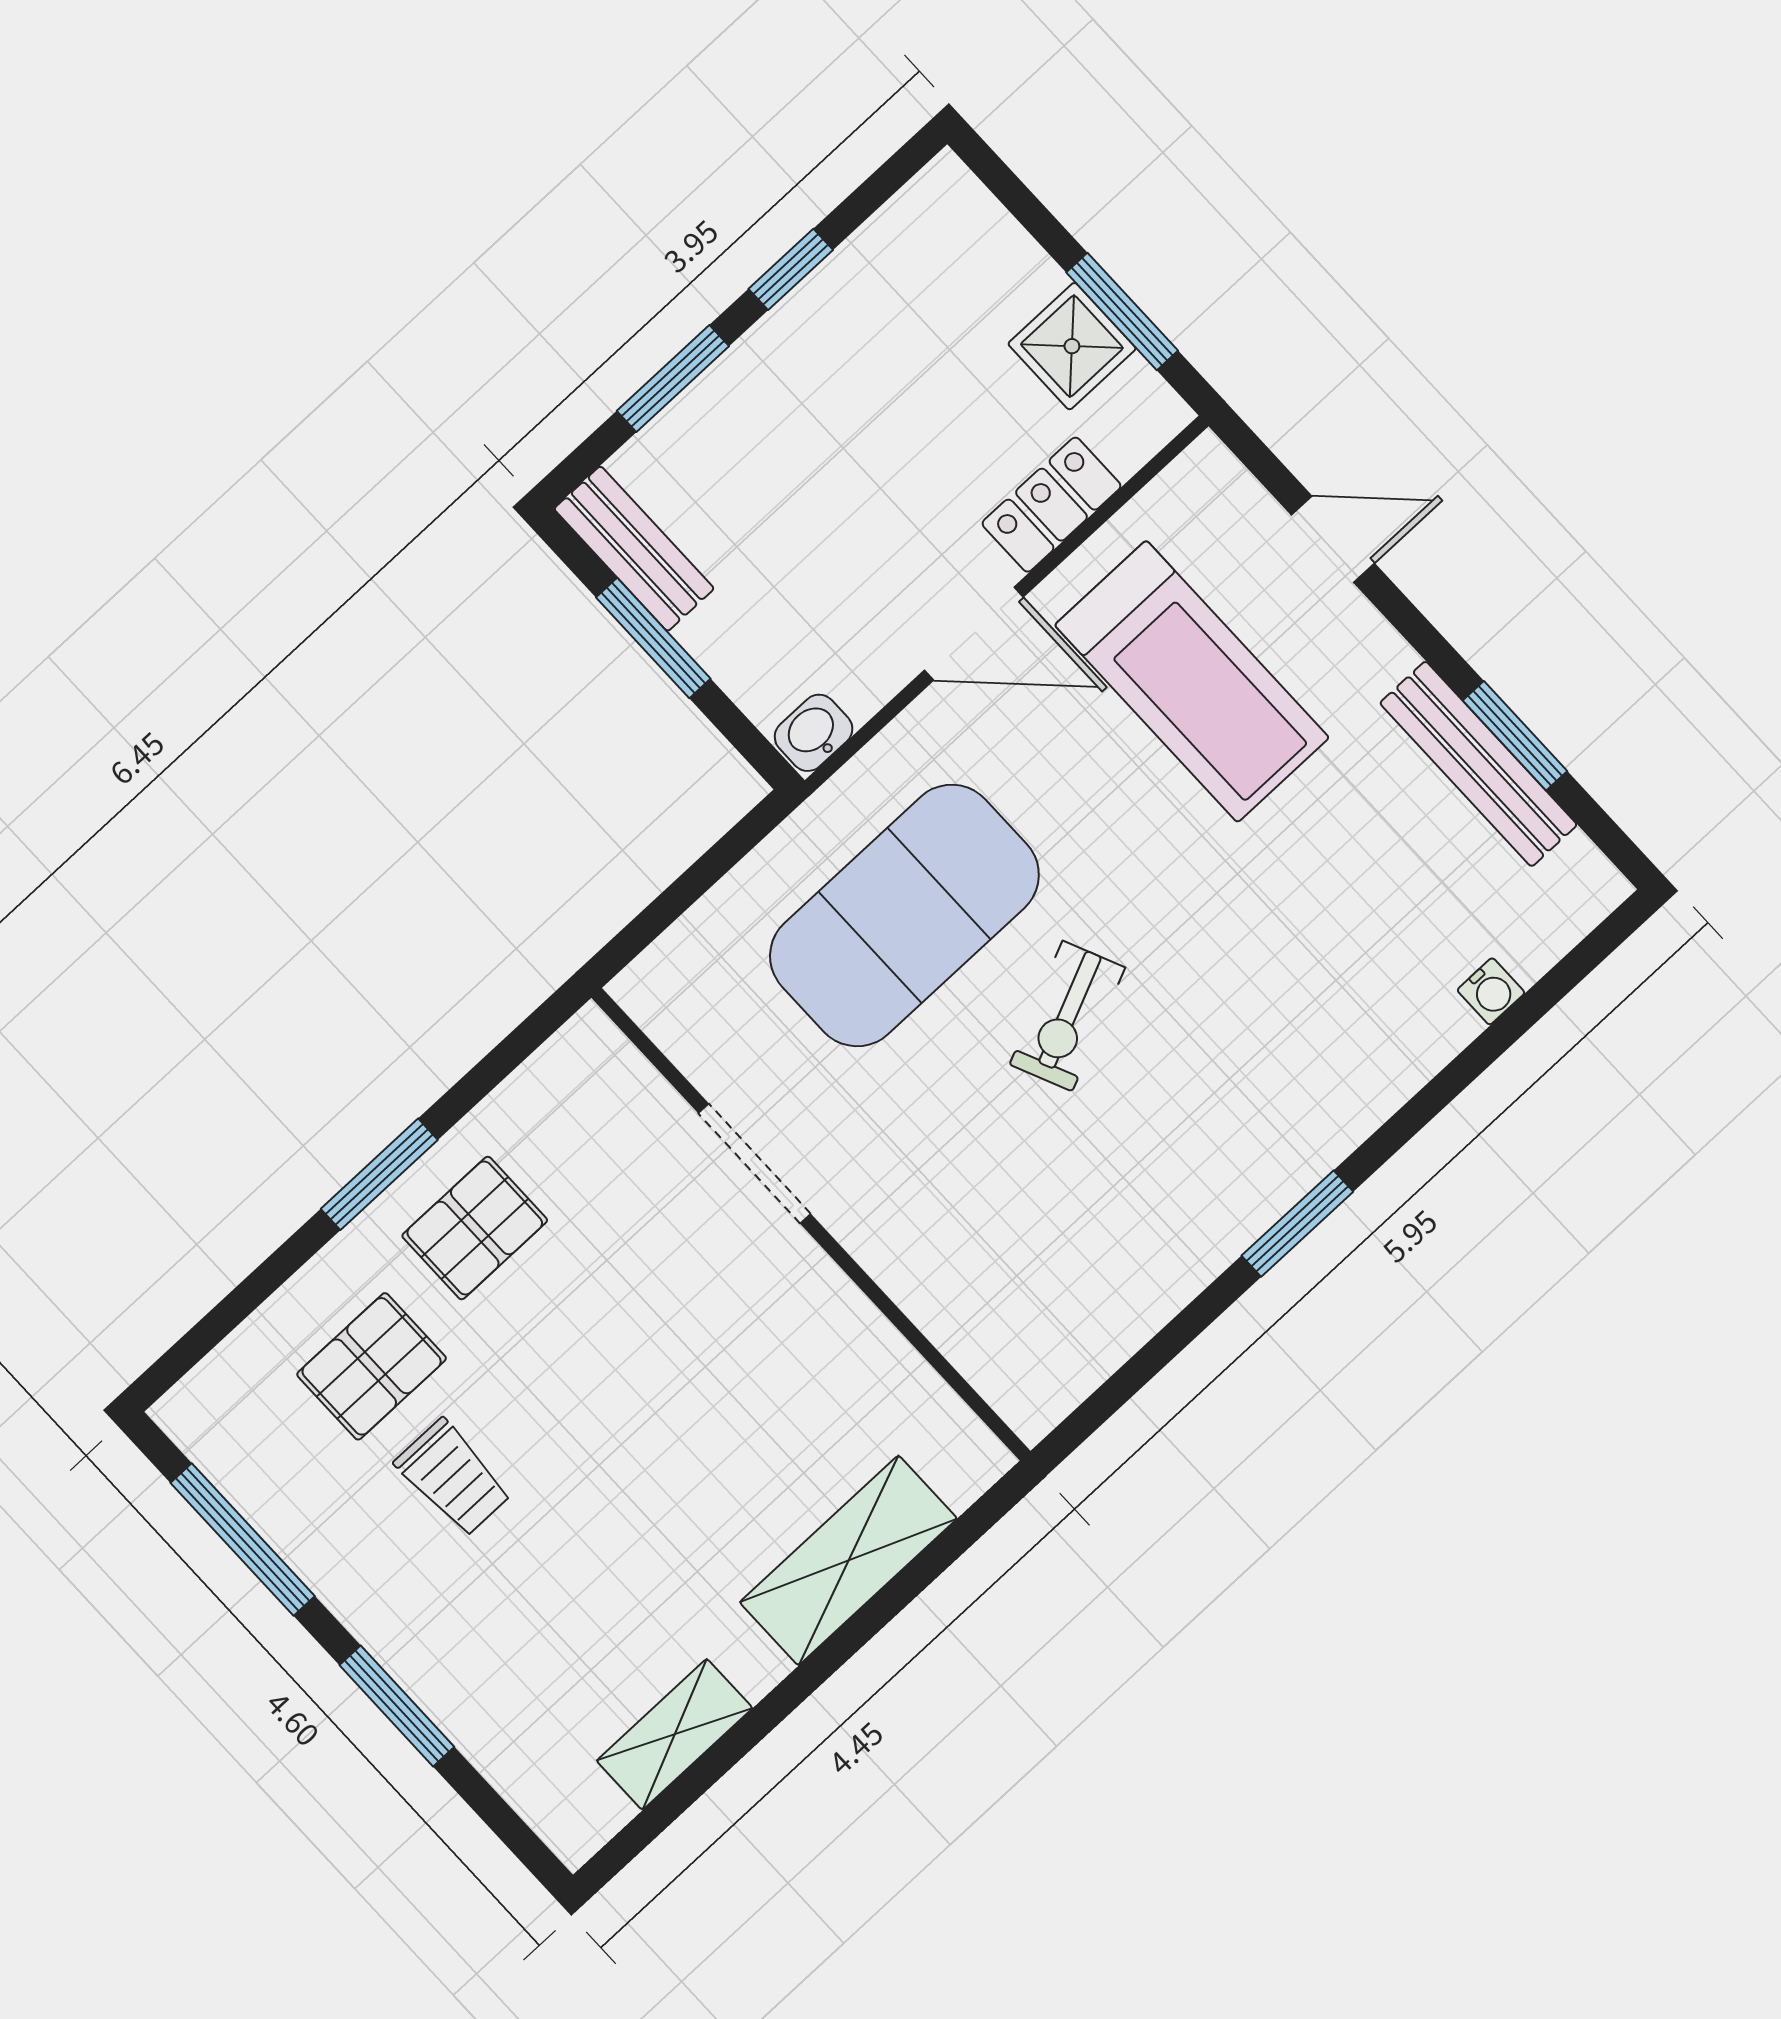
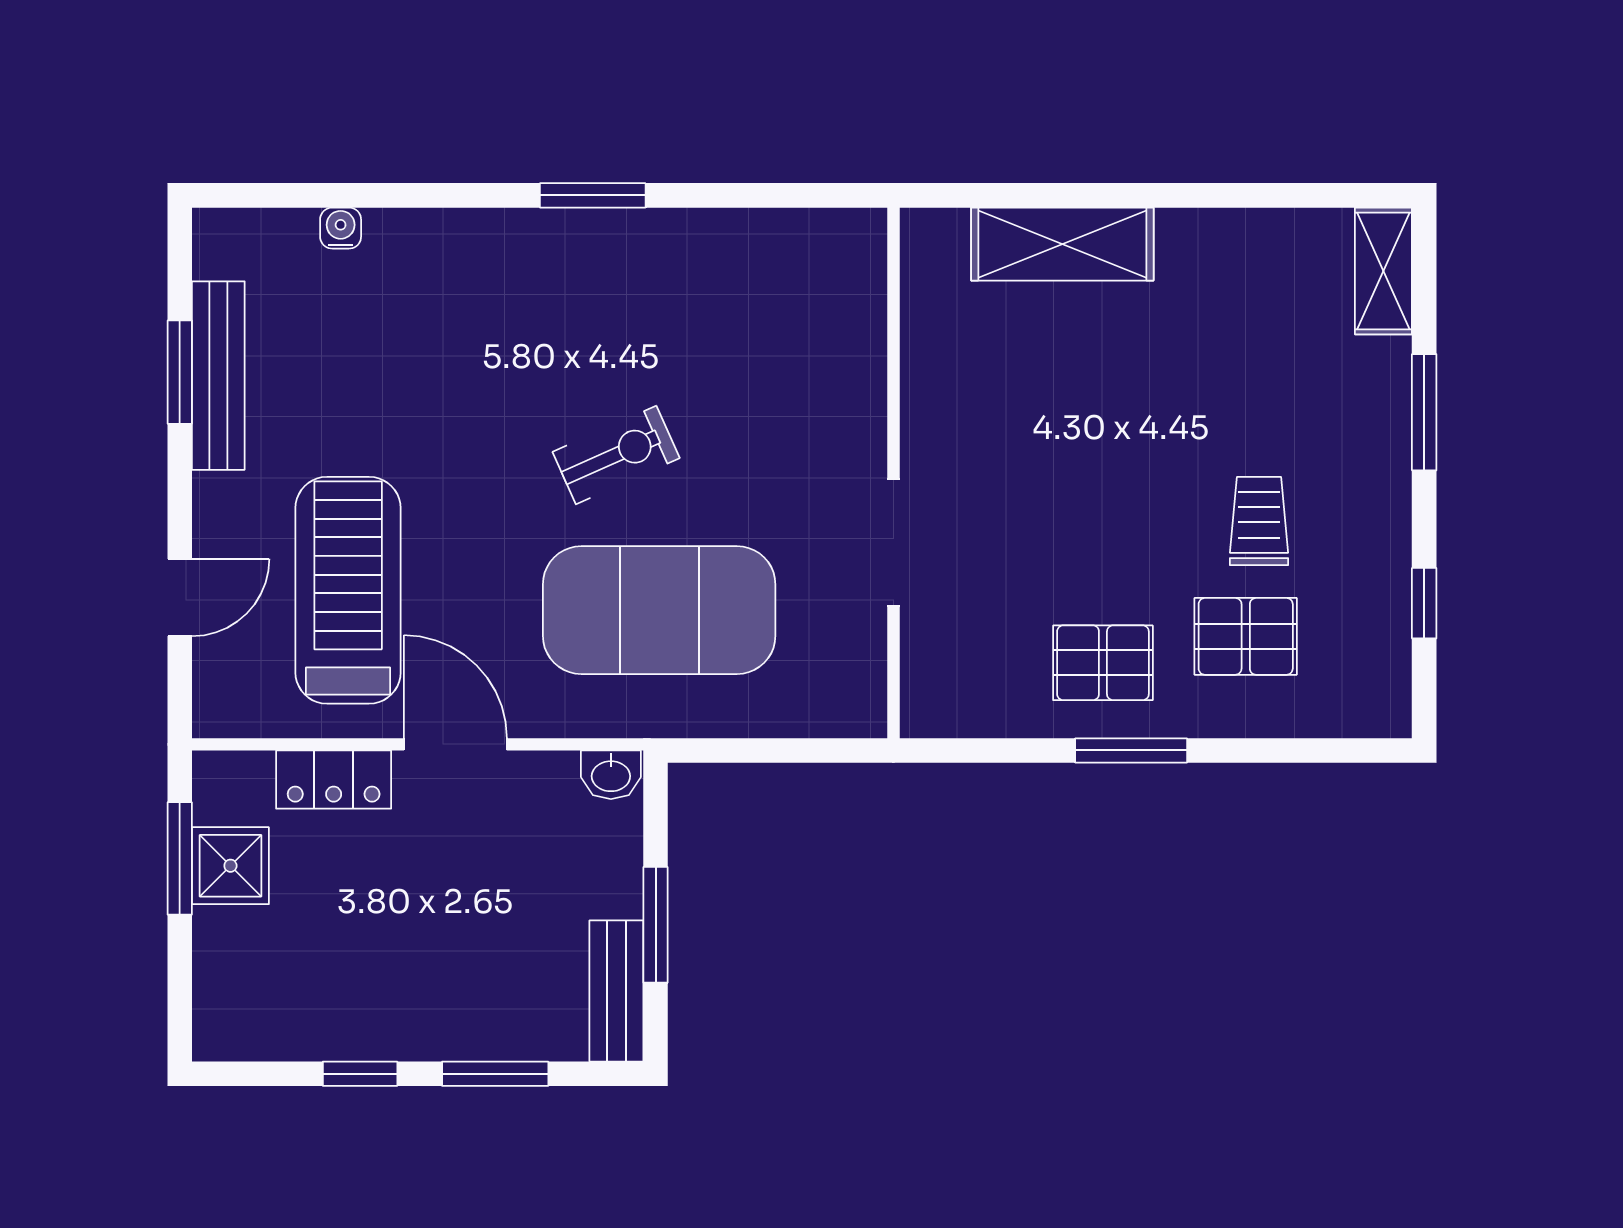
door: (1333, 539) -> (180, 598), swing flipped
window: (243, 1539) -> (1424, 603), width x0.46
shelving: (675, 1734) -> (1383, 271), moved, turned 90

